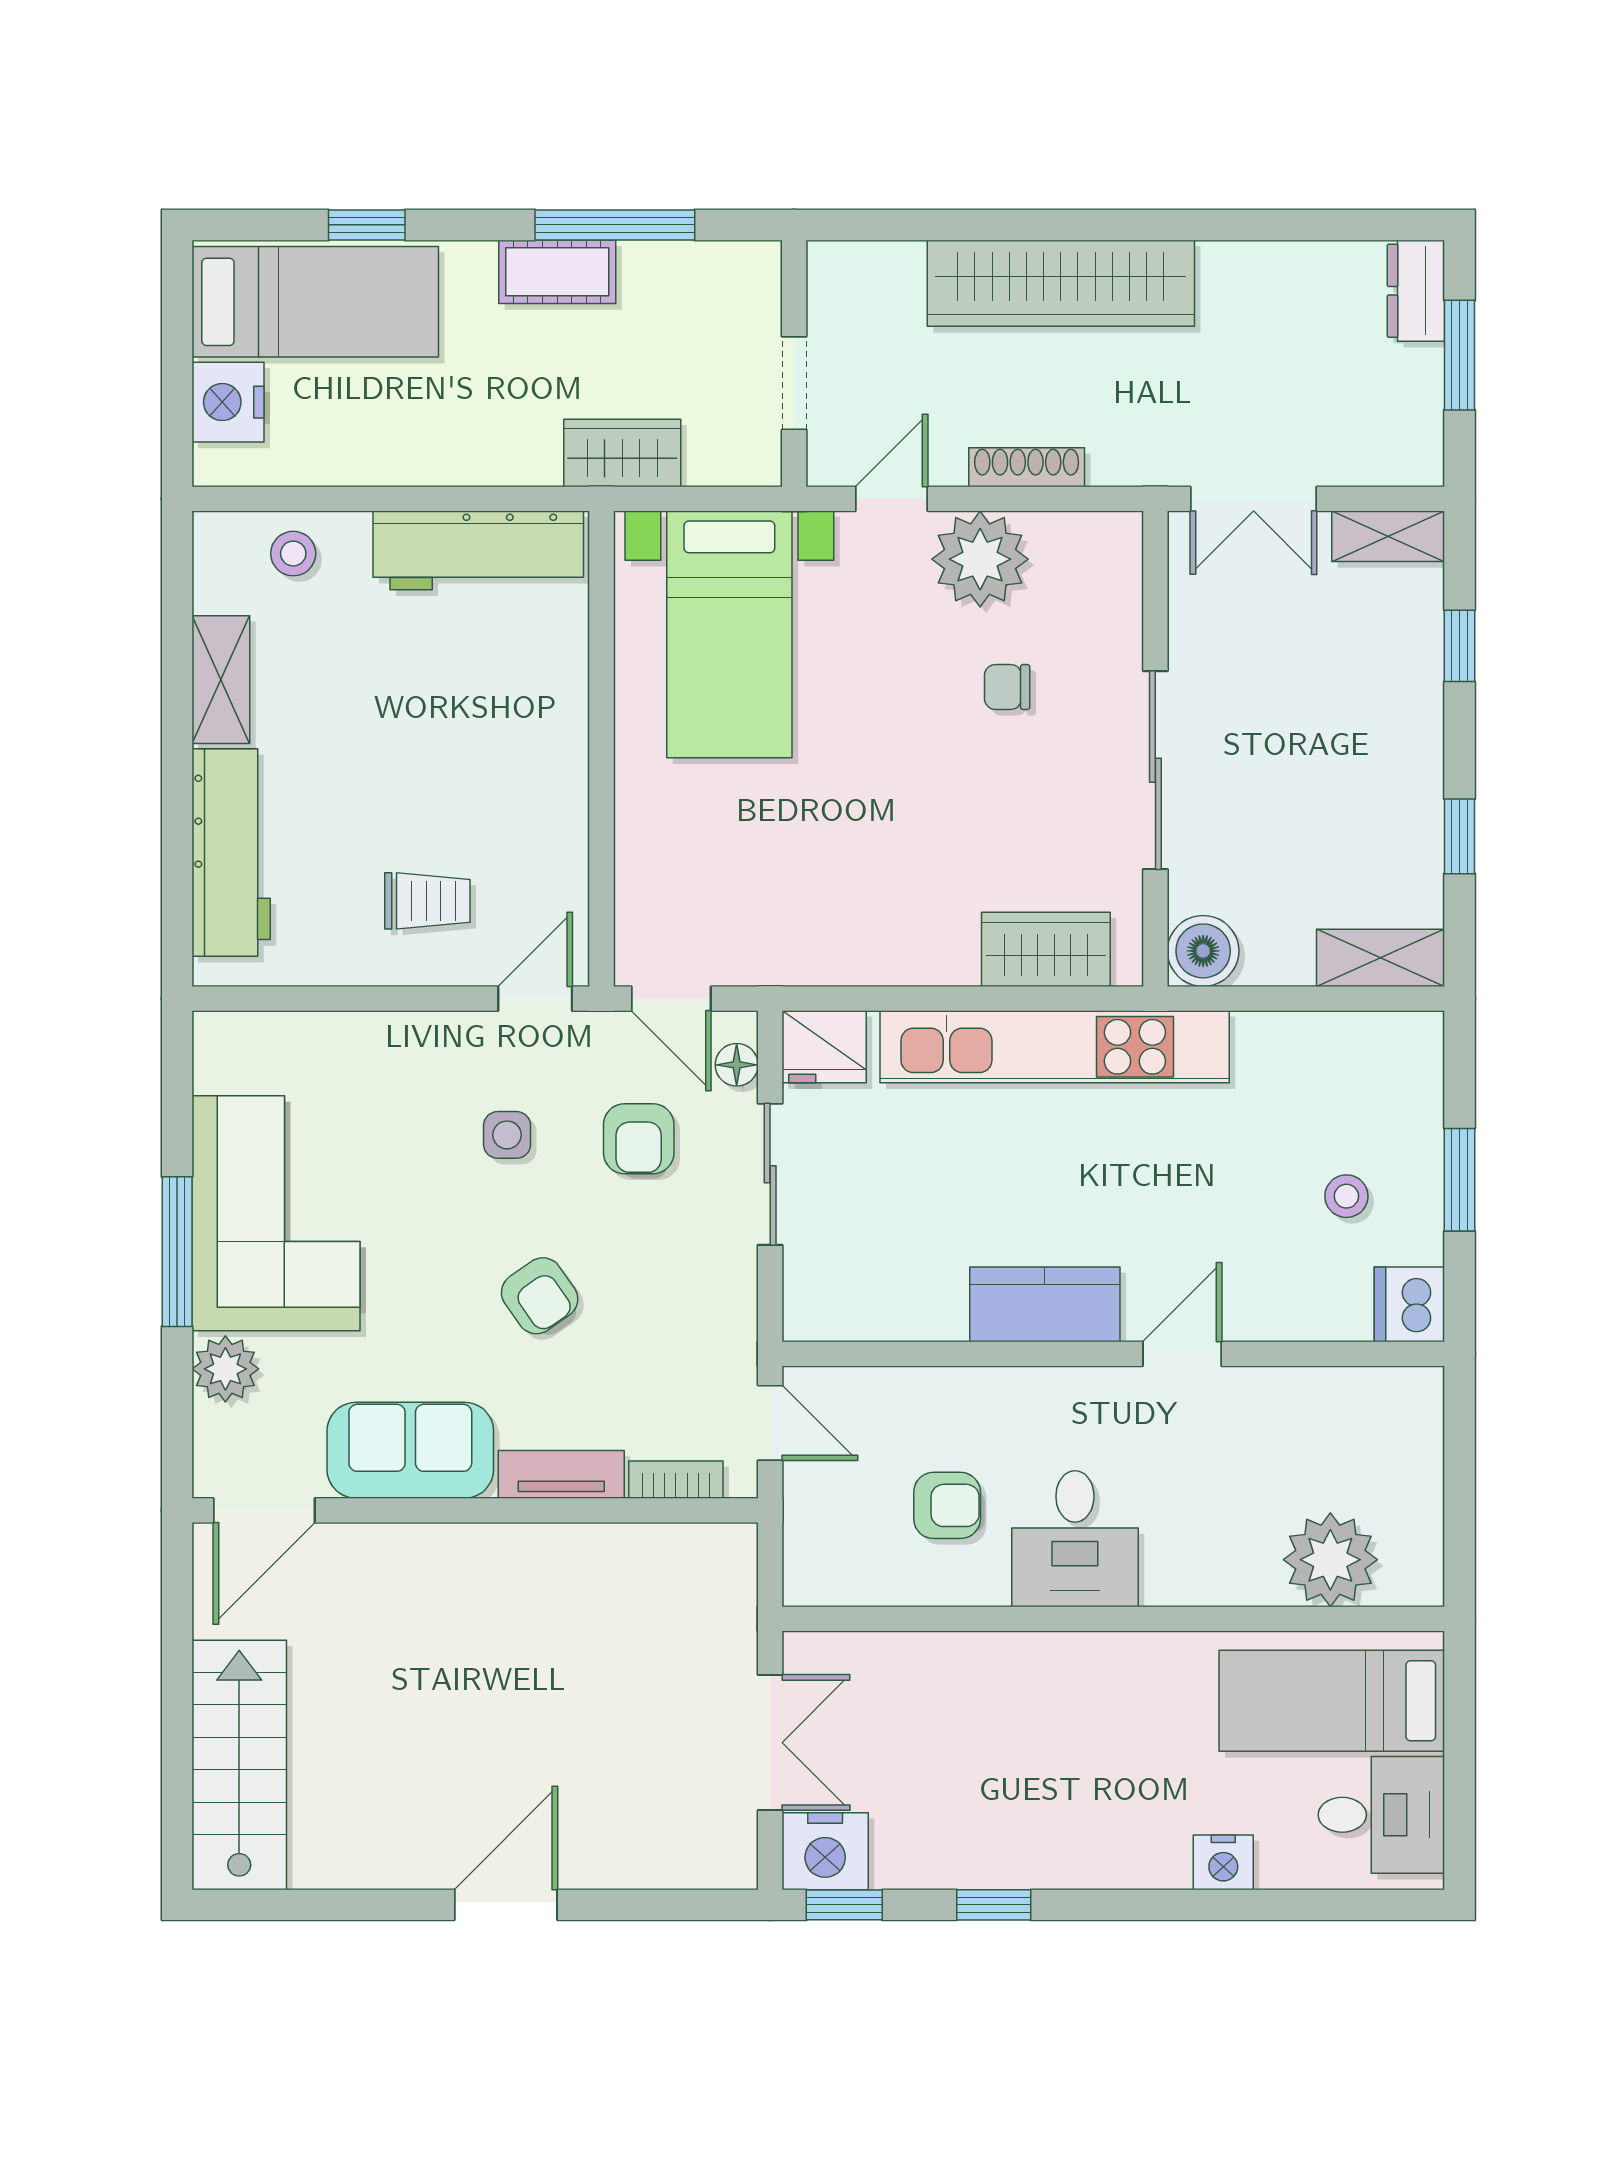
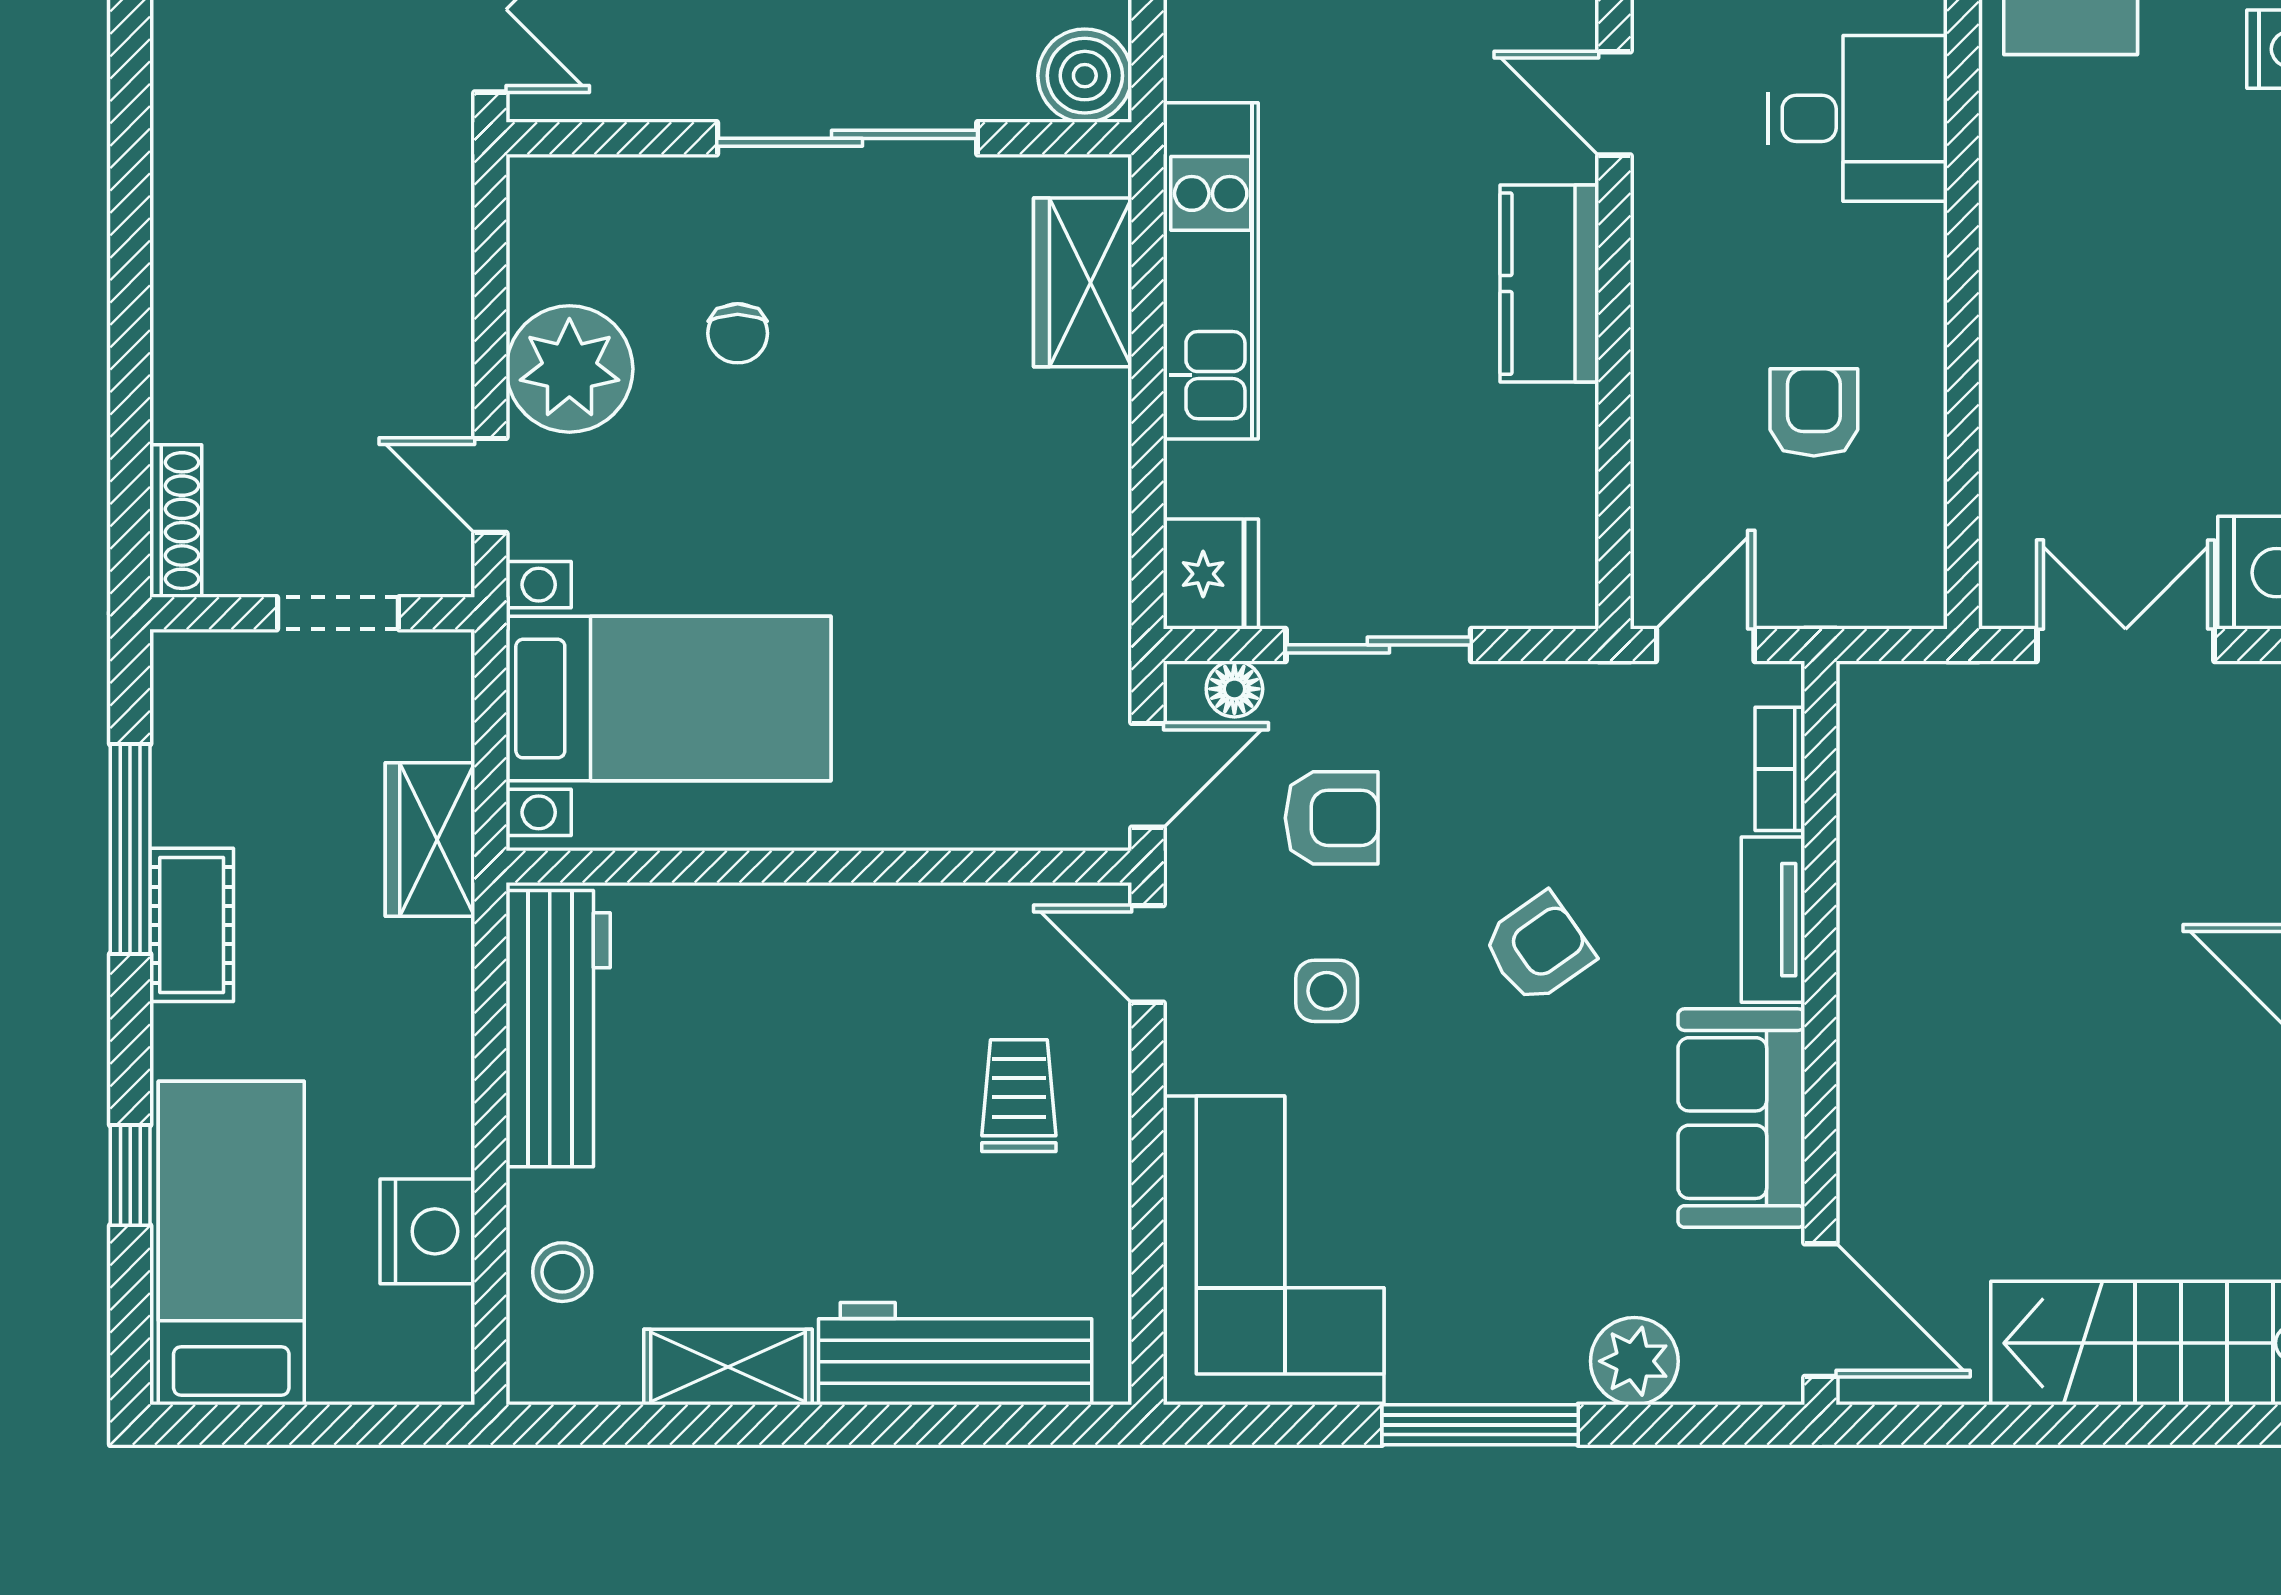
wardrobe: (1061, 283) -> (207, 263), removed
nightstand: (228, 402) -> (427, 1231), moved, turned -90
shoe rack: (1027, 467) -> (176, 521), moved, turned 180
kitchen unit: (1055, 1047) -> (1211, 271), width x0.73
corner sofa: (276, 1213) -> (1274, 1250), moved, turned 90
desk: (1075, 1539) -> (1857, 118), moved

